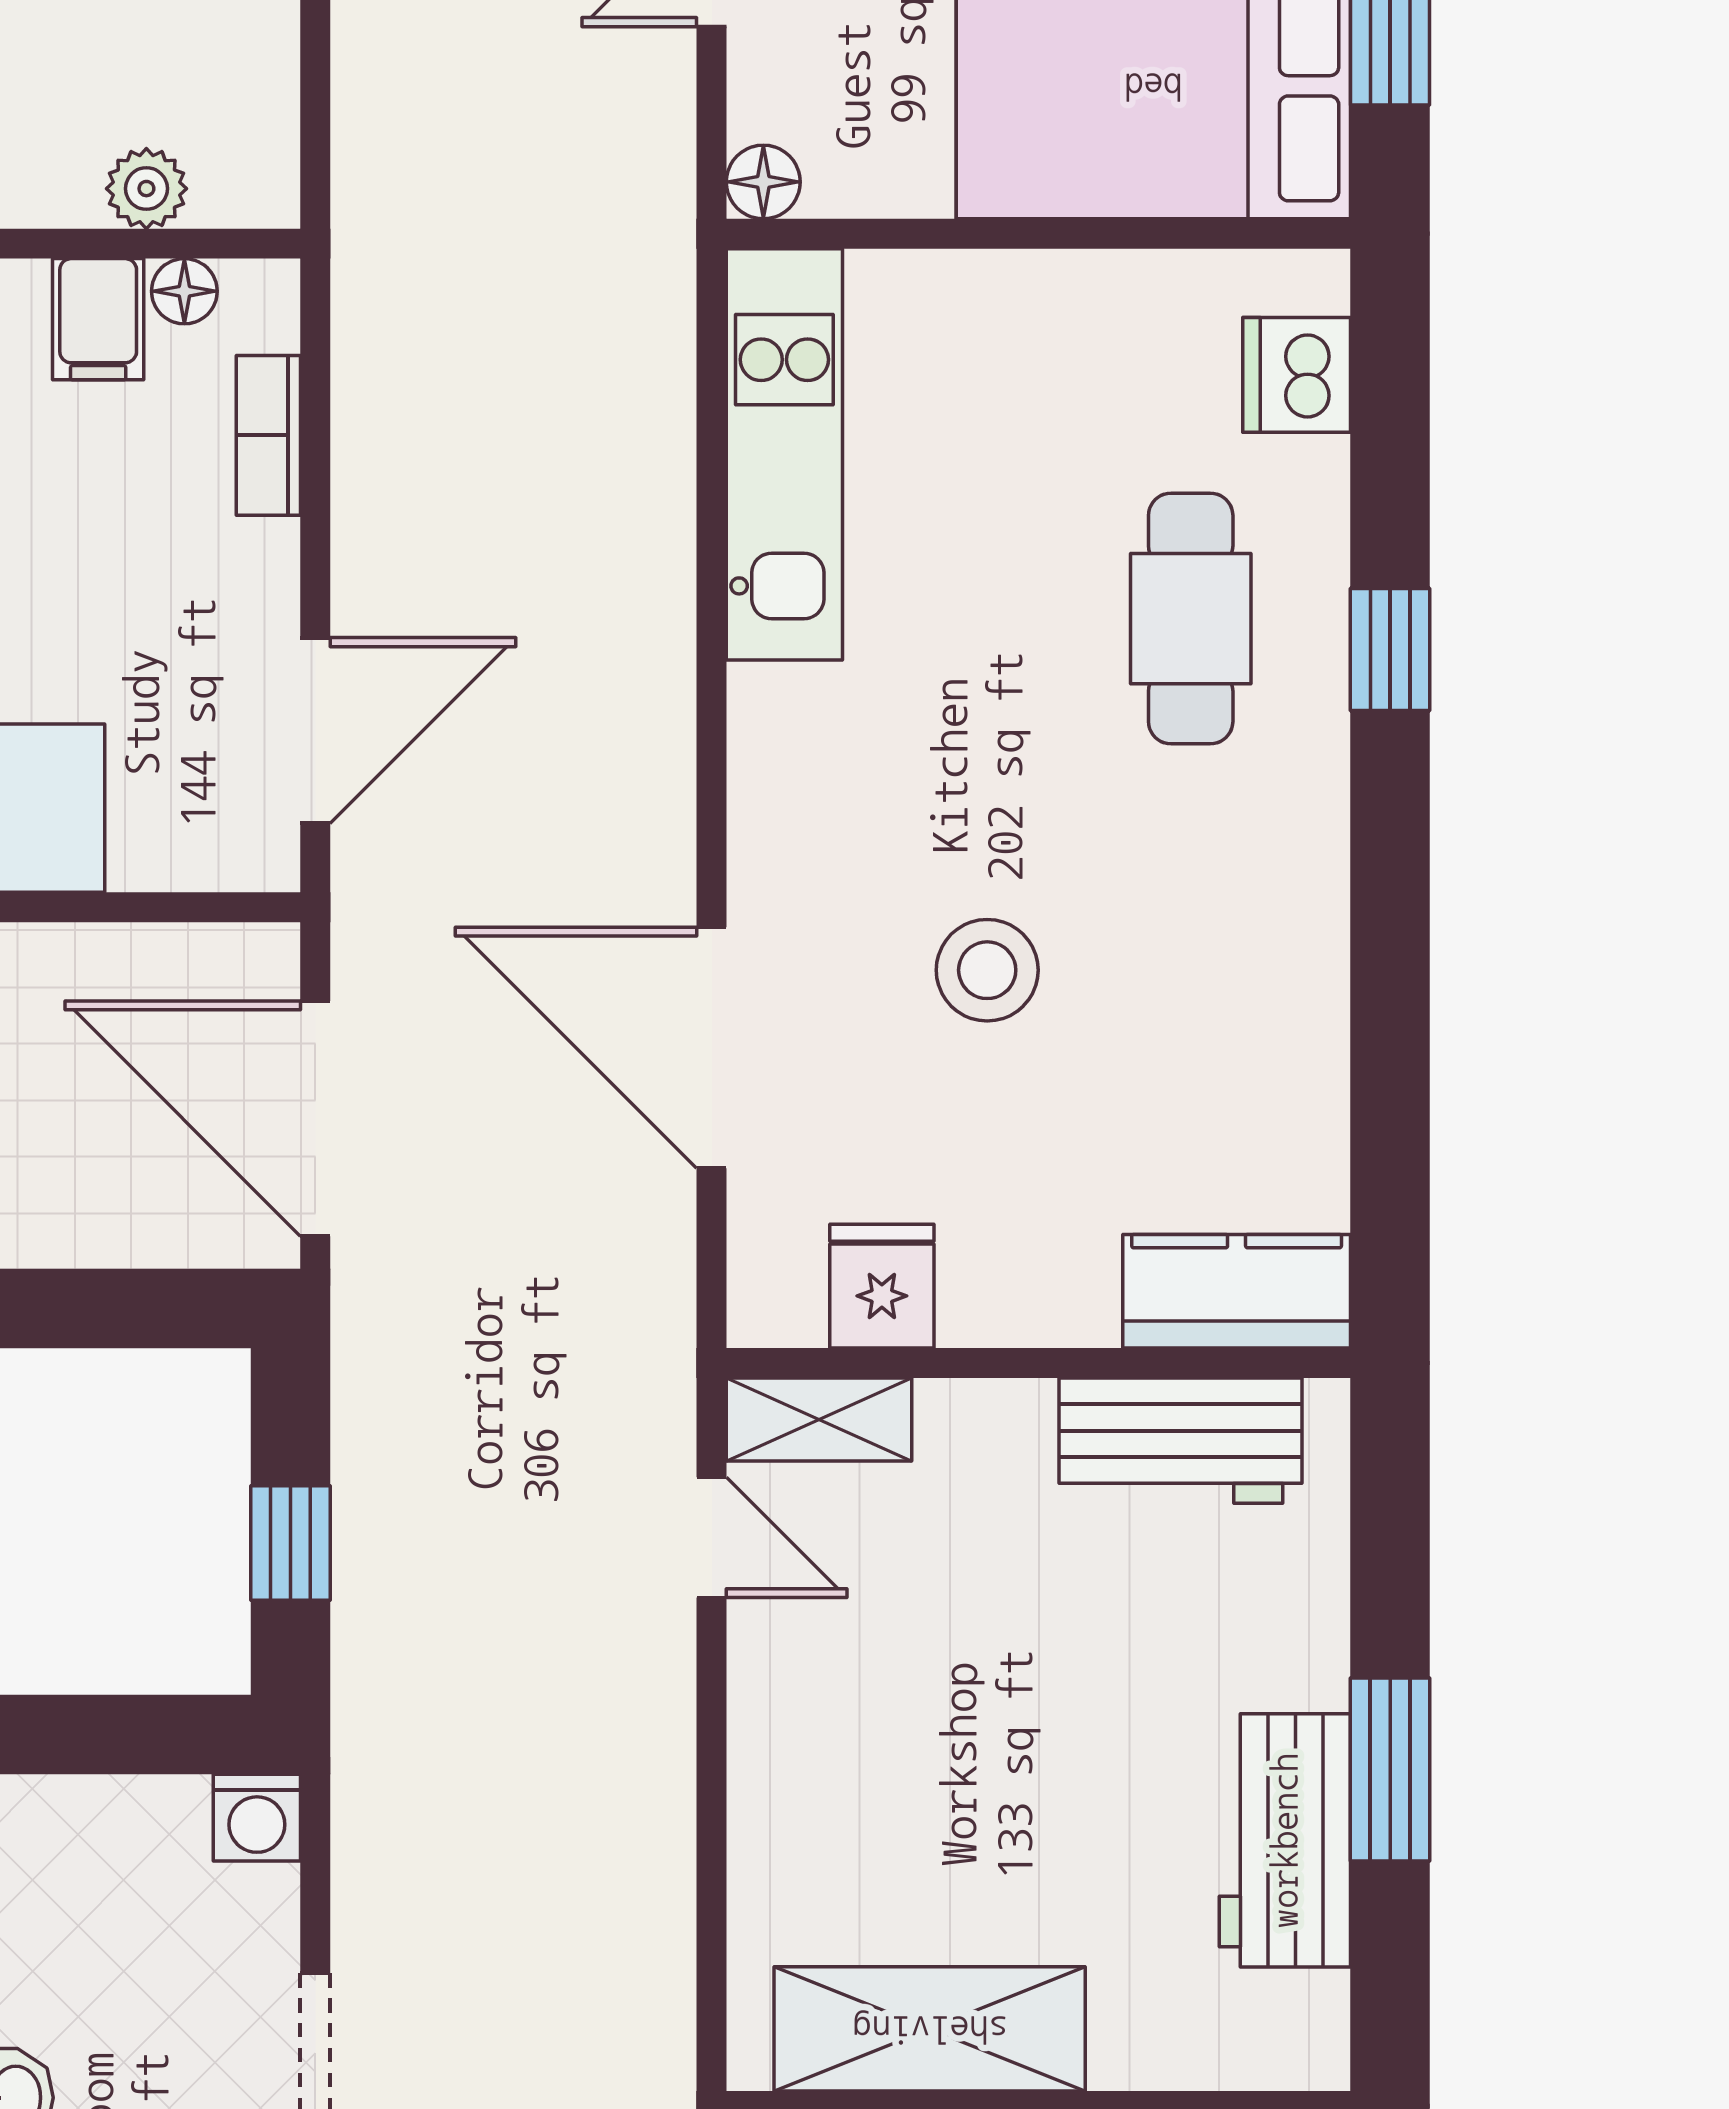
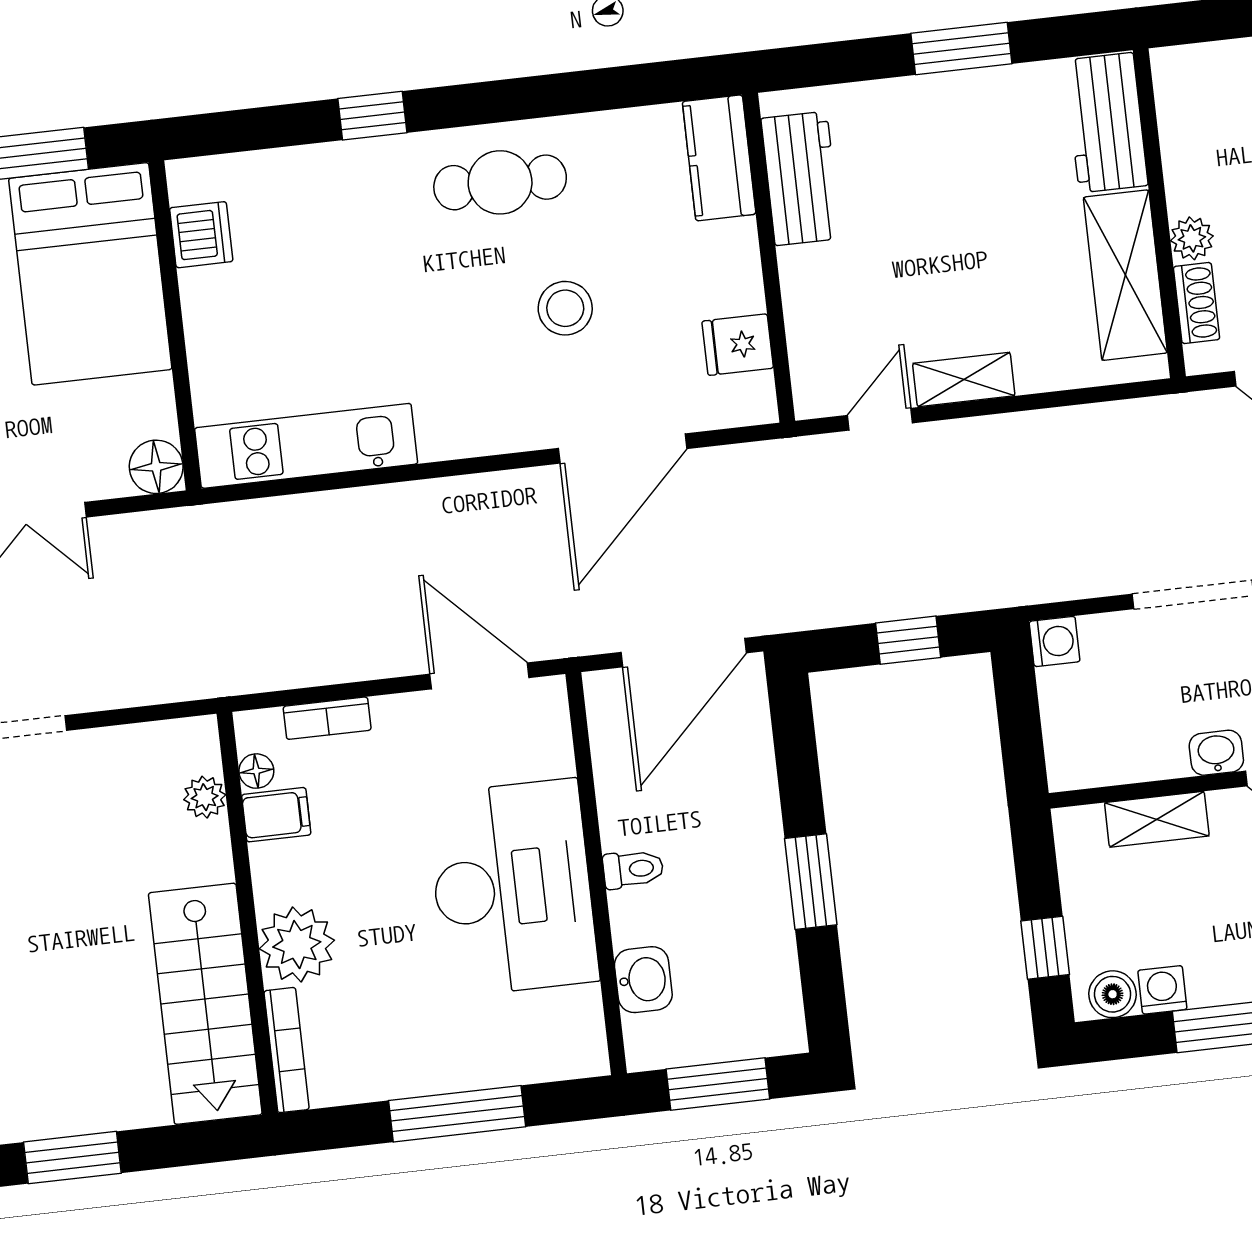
floor lamp: (763, 182) -> (156, 467), width x1.37, depth x1.37
dishwasher: (1297, 375) -> (201, 235), moved, turned -90
cafe table: (1191, 619) -> (500, 182), moved
shelving: (819, 1420) -> (964, 380), moved, turned 90
workbench: (1285, 1840) -> (1106, 123), moved, turned 90

